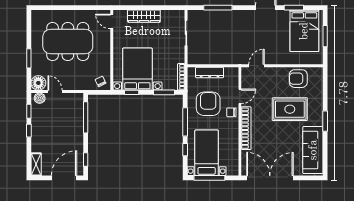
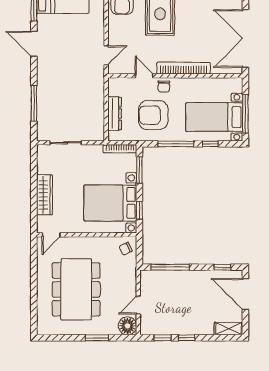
door: (257, 66) -> (106, 55), swing flipped
boiler: (40, 98) -> (146, 324), removed

